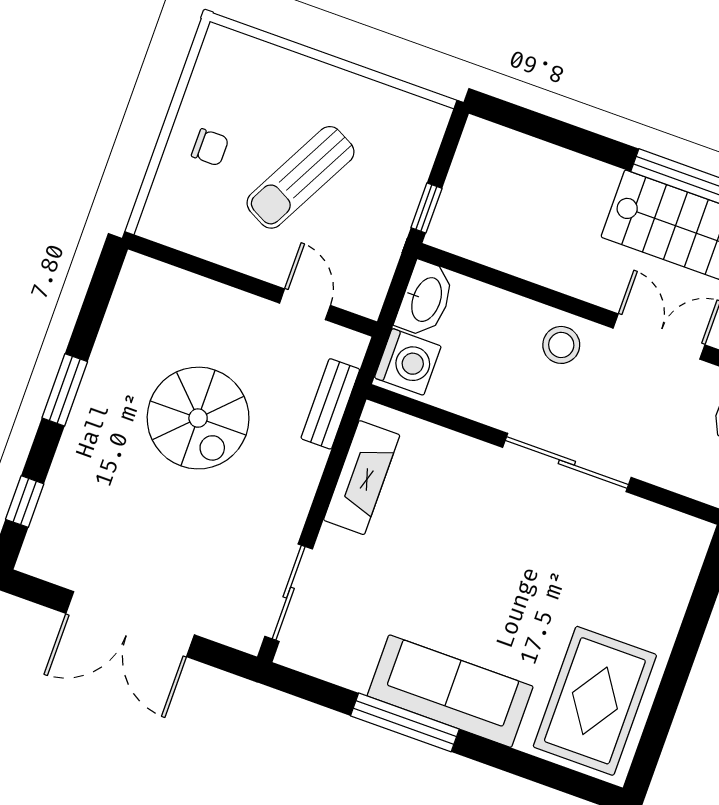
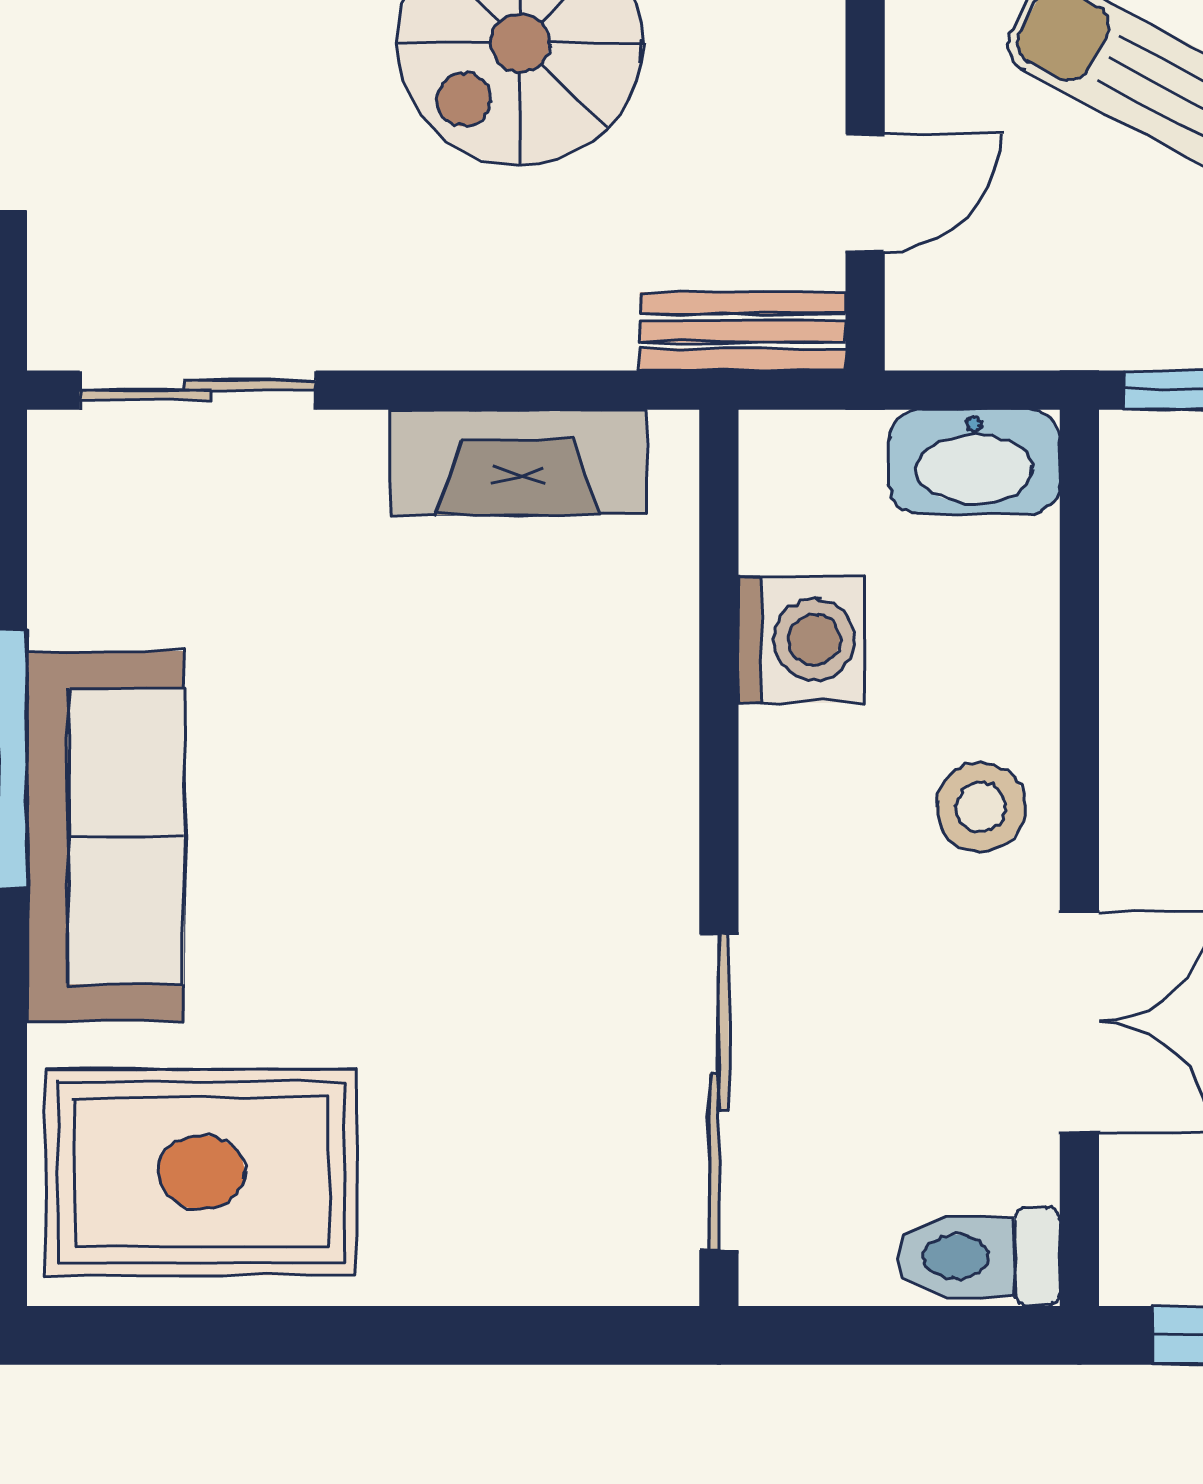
washing machine: (408, 362) -> (802, 640), moved, turned -90
bench: (330, 404) -> (743, 331), moved
sliding door: (567, 462) -> (719, 1092), moved

